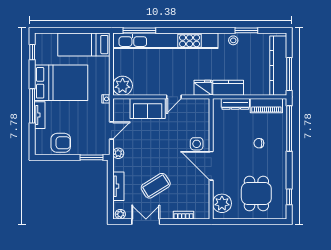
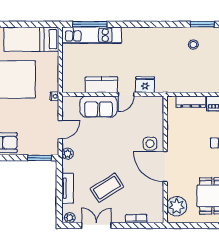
stool: (233, 40) -> (193, 45), moved
kitchen unit: (165, 41) -> (92, 35), width x0.54
plant: (123, 86) -> (72, 82), removed
fridge: (203, 88) -> (145, 85), moved
kitchen counter: (228, 88) -> (101, 85), moved

